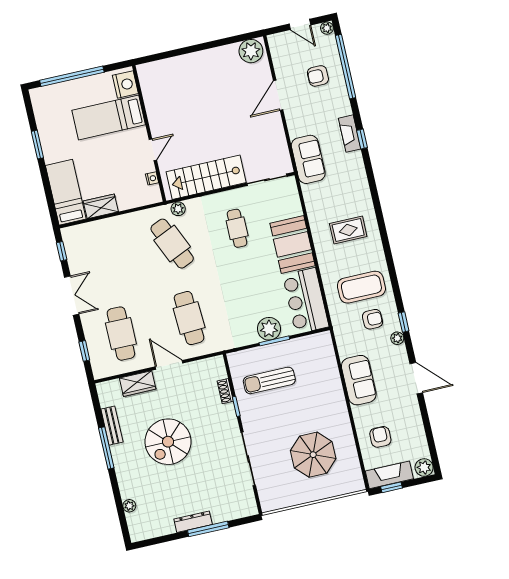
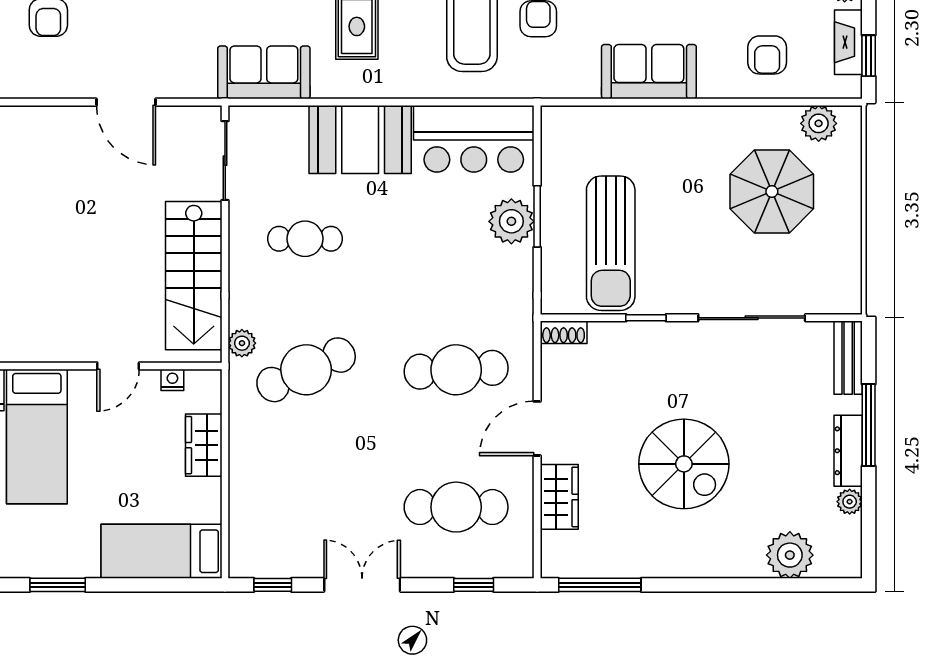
door: (278, 95) -> (126, 102), moved
door: (153, 150) -> (118, 366), swing flipped
sofa: (308, 159) -> (264, 72), moved
wardrobe: (101, 206) -> (204, 445), moved
sun lounger: (269, 380) -> (611, 243), width x1.36, depth x1.34
shoe rack: (225, 391) -> (564, 332), moved
bench: (112, 426) -> (848, 358), moved, turned 90
armchair: (380, 437) -> (767, 55), turned -90
window: (106, 448) -> (600, 585), moved
plant: (352, 470) -> (819, 123), added
fireplace: (389, 475) -> (848, 42), width x0.73, depth x0.76
plant: (129, 506) -> (790, 555), width x1.87, depth x1.87
plant: (168, 528) -> (850, 502), added

